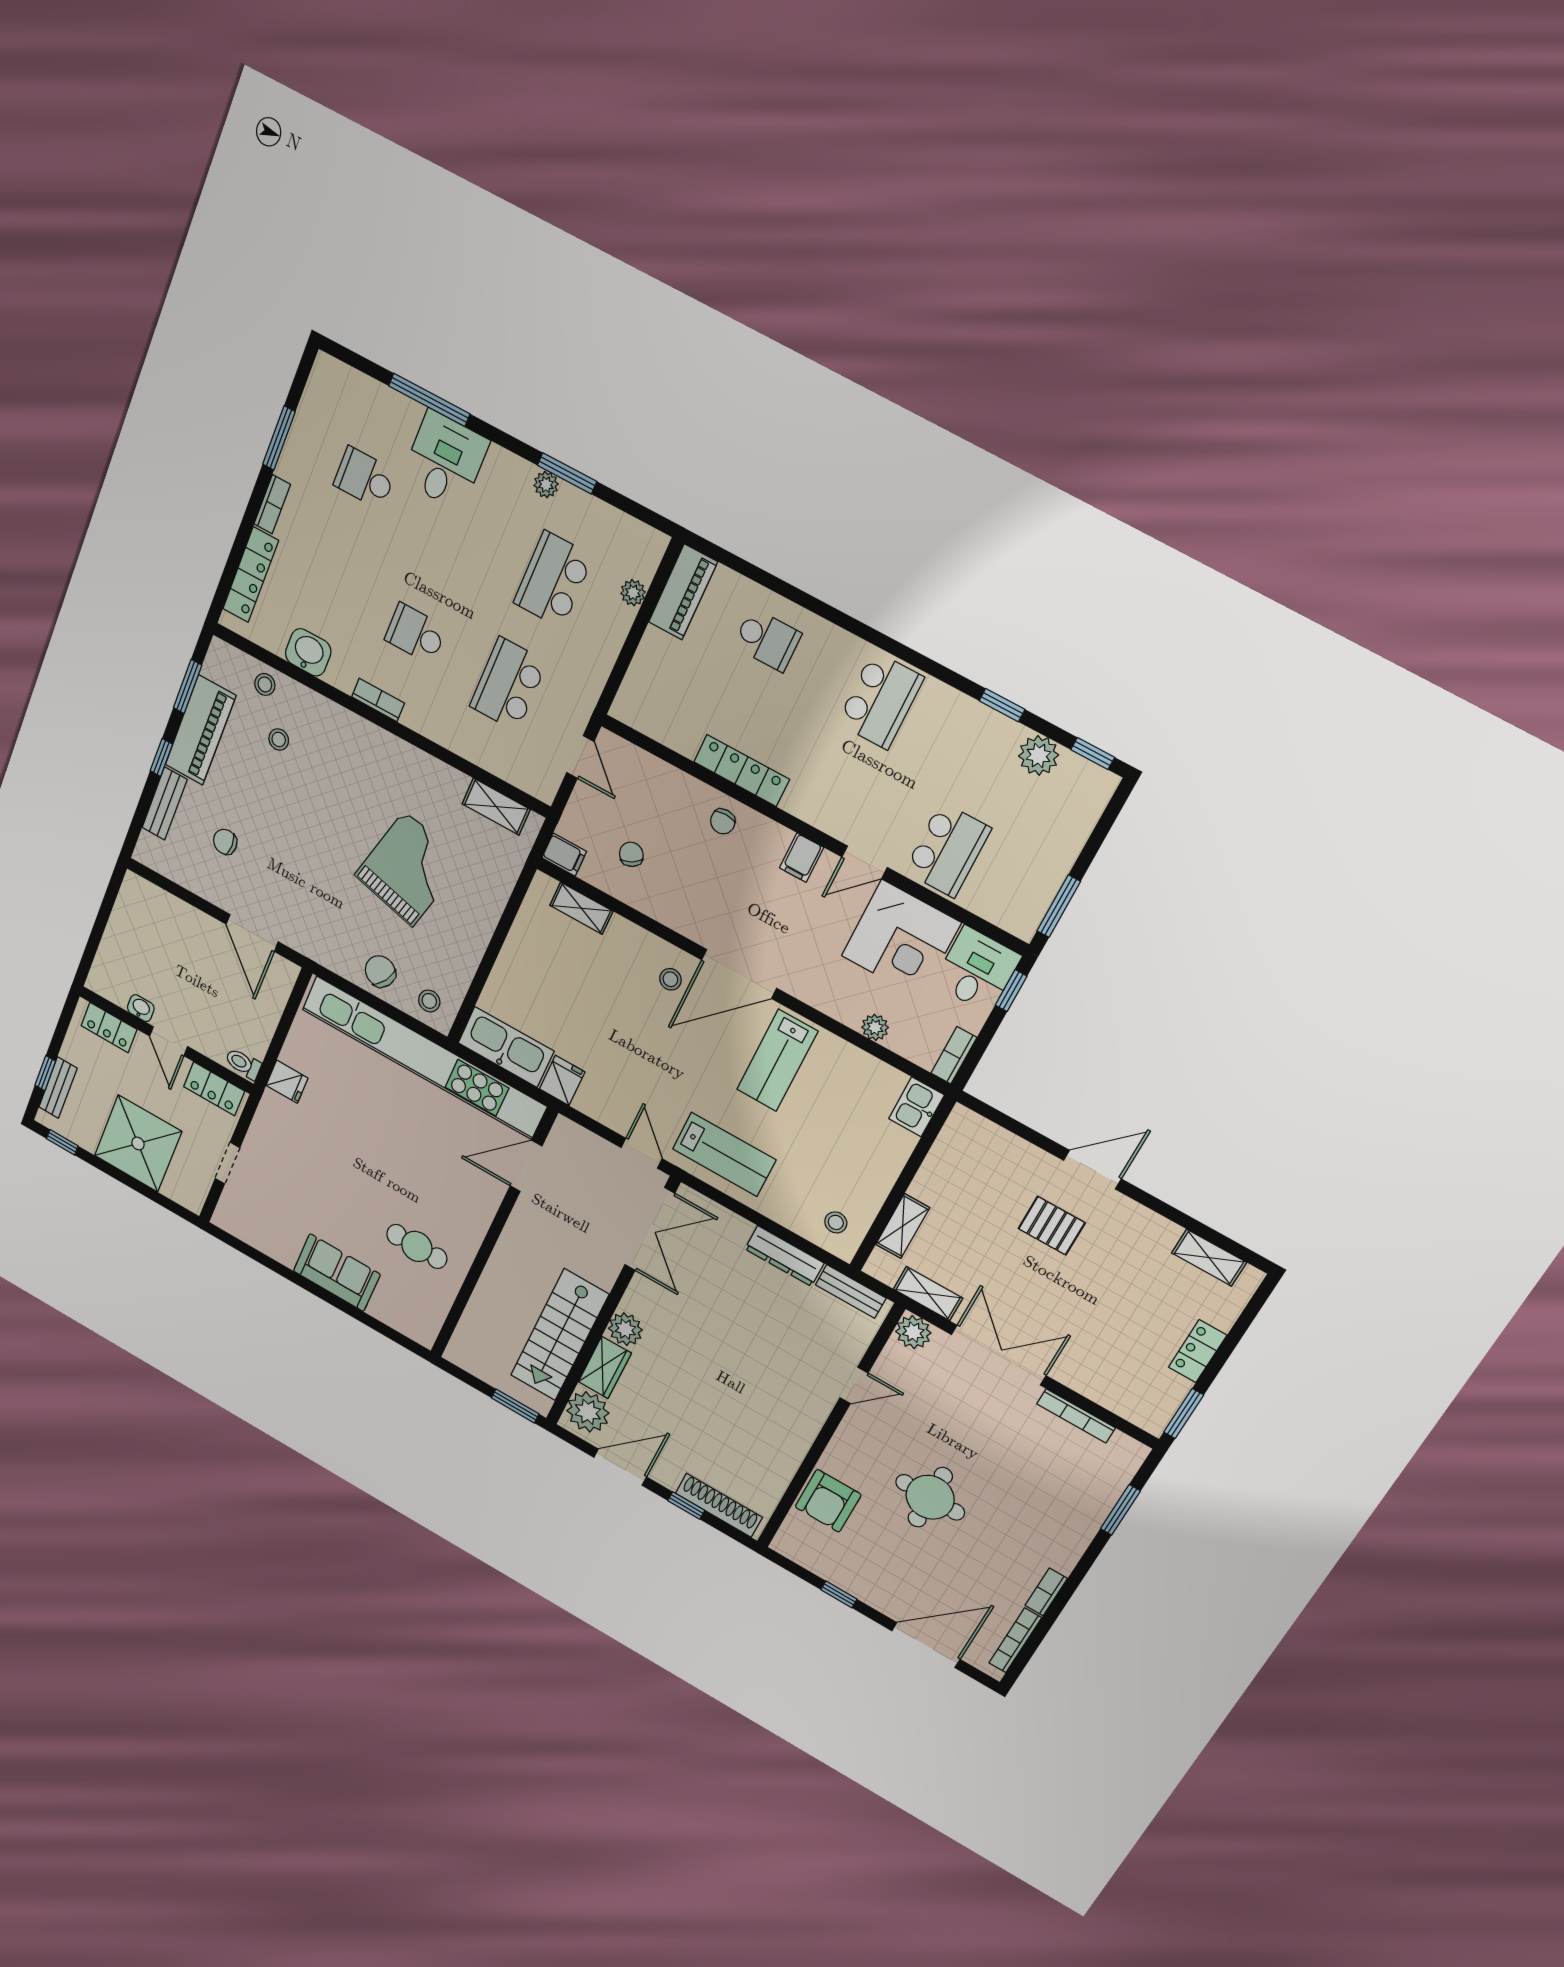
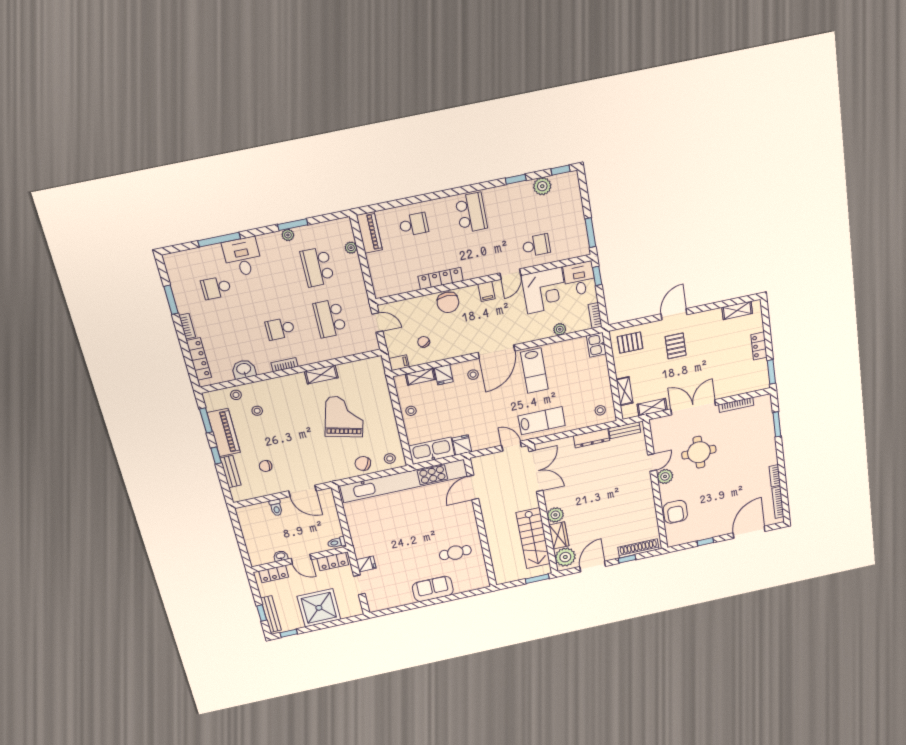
shelving: (496, 807) -> (321, 375), moved
chair: (723, 821) -> (448, 302), width x1.87, depth x1.87
school desk: (948, 850) -> (536, 245), width x0.54
toilet: (191, 924) -> (276, 508), added
fridge: (622, 938) -> (444, 375), added
stool: (523, 952) -> (411, 411), added
fridge: (287, 1082) -> (366, 564), moved
bench: (58, 1088) -> (271, 614), width x1.36
pallet: (977, 1153) -> (630, 343), added
pallet: (1052, 1226) -> (676, 346), turned 90
plant: (913, 1332) -> (665, 476), moved
round table: (930, 1497) -> (699, 452), moved

